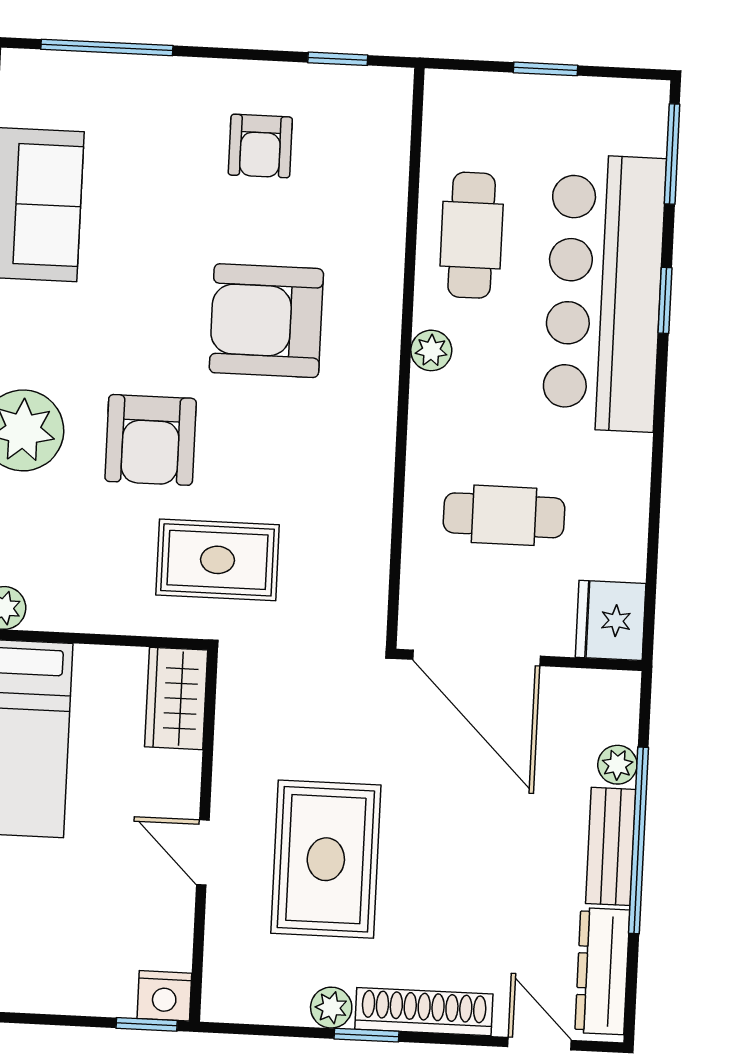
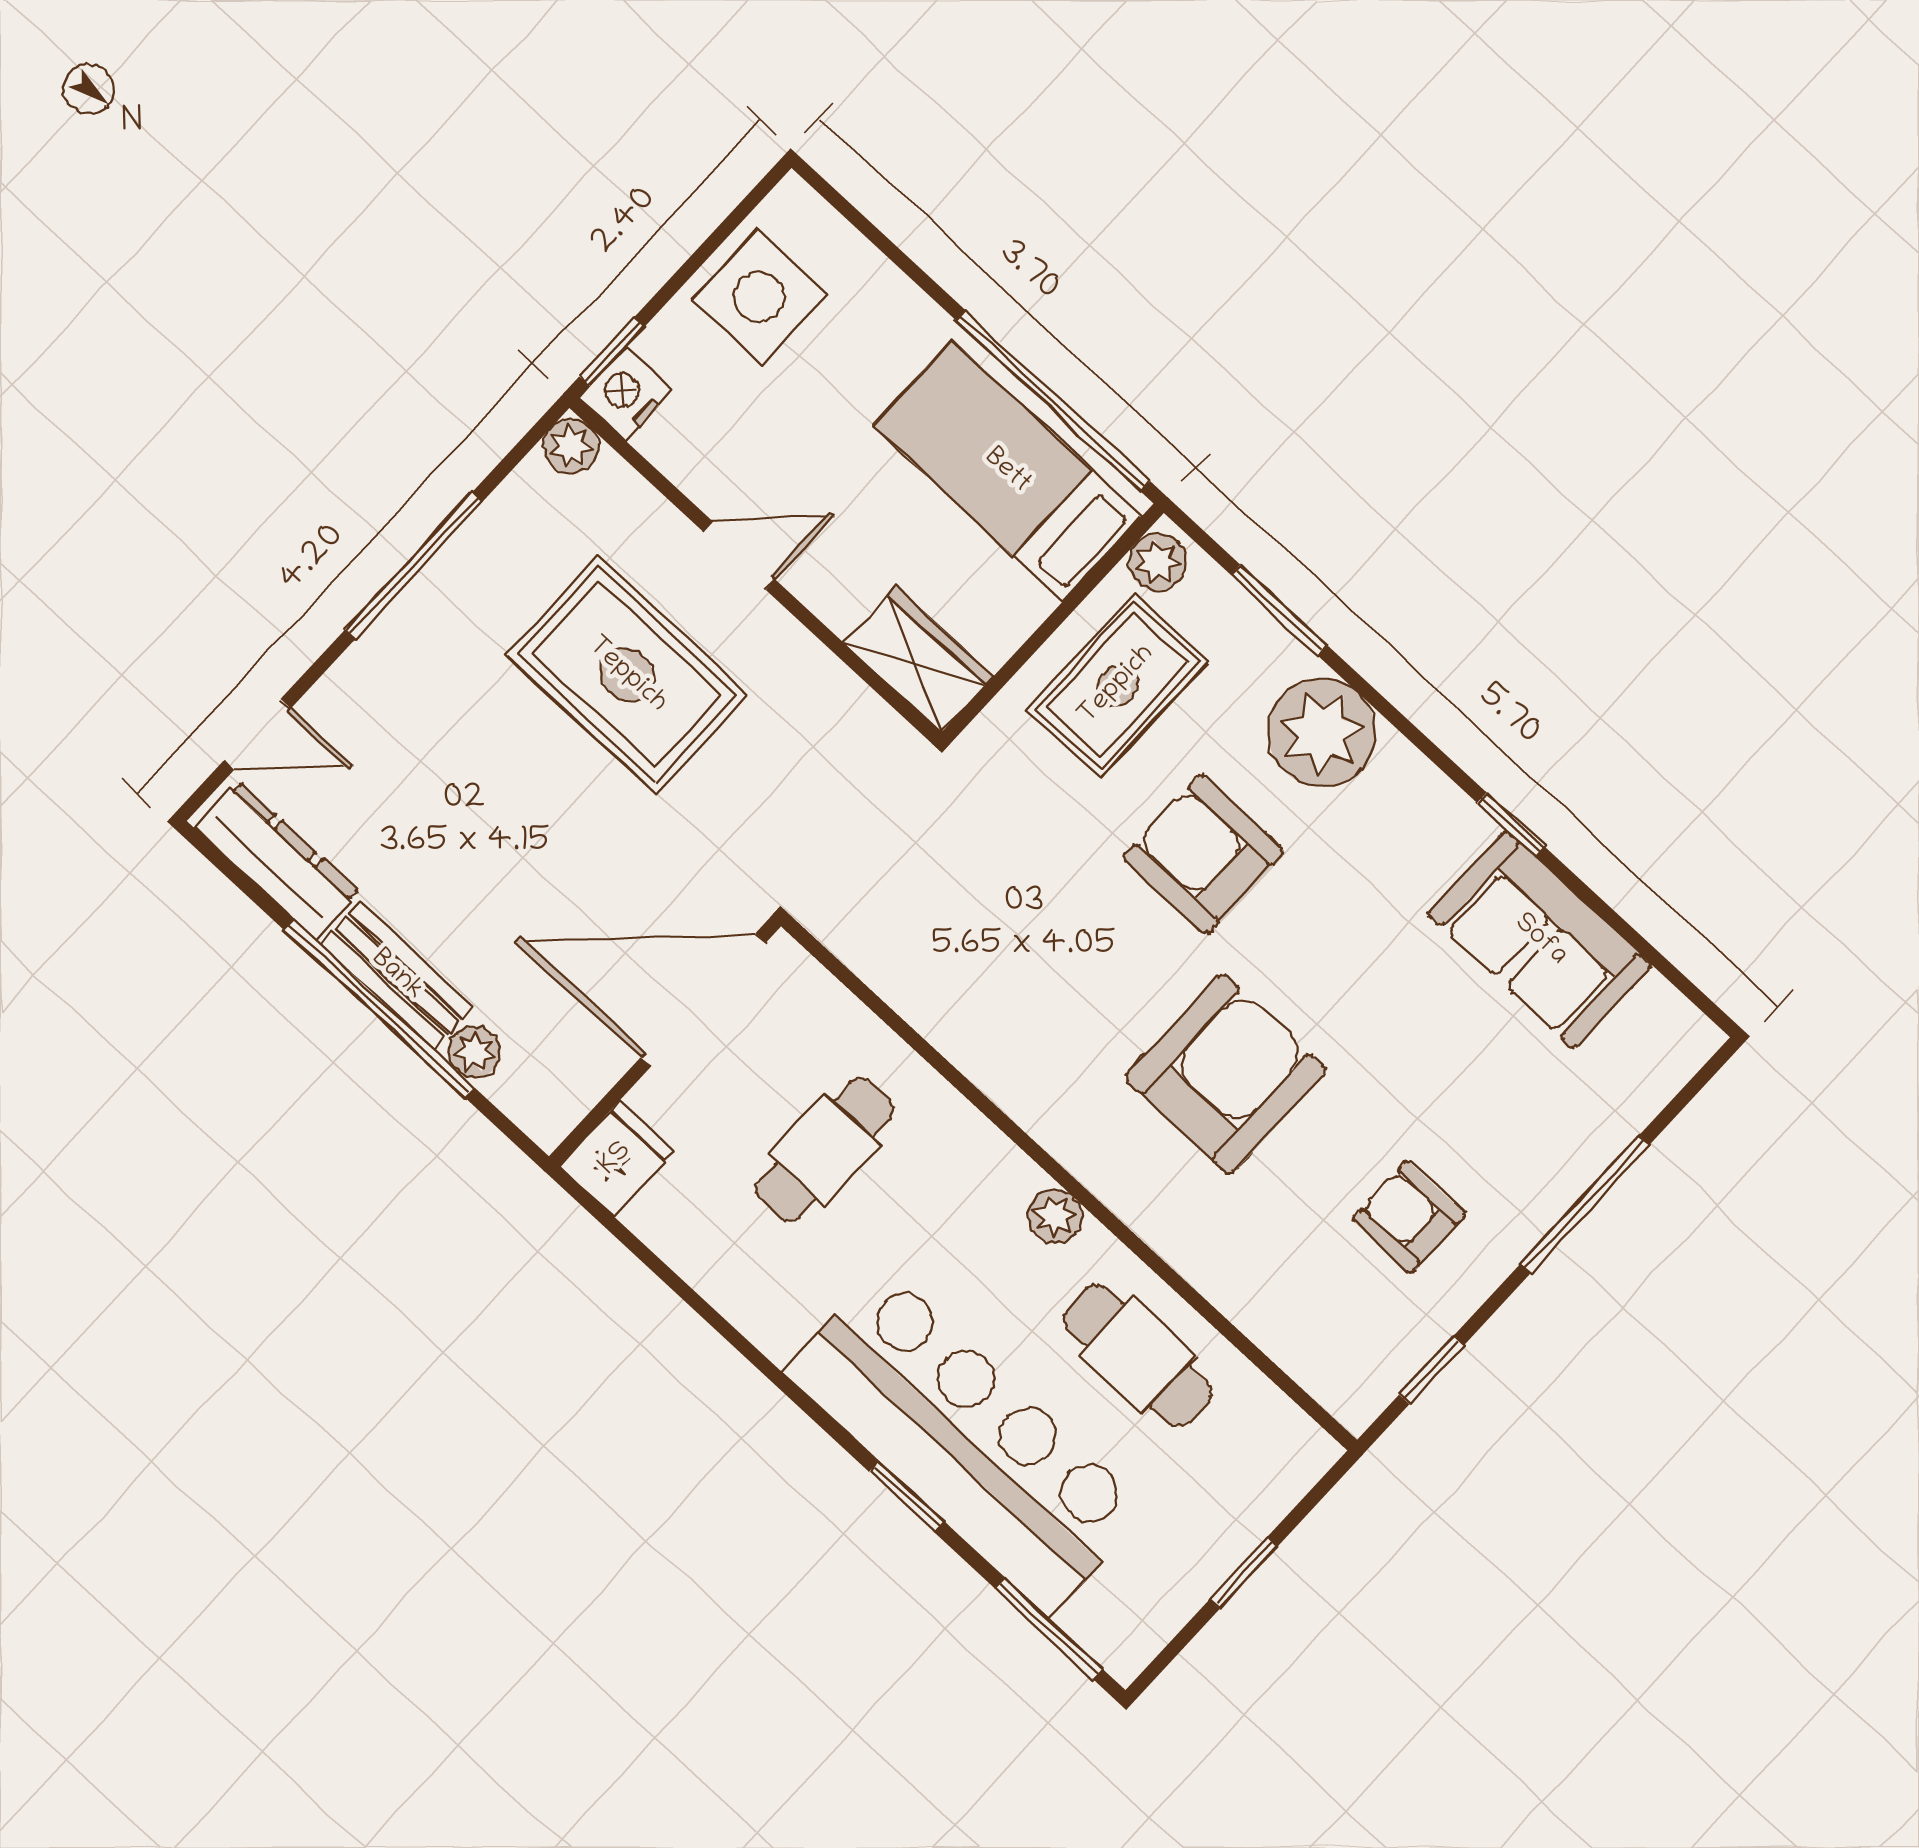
window: (107, 47) -> (1585, 1204), moved
rug: (218, 560) -> (1117, 685), moved
fridge: (611, 620) -> (616, 1159), width x0.72
side table: (44, 966) -> (759, 297), added
plant: (331, 1008) -> (571, 446), moved
shoe rack: (424, 1012) -> (388, 644), removed
window: (367, 1035) -> (413, 566), width x2.17

